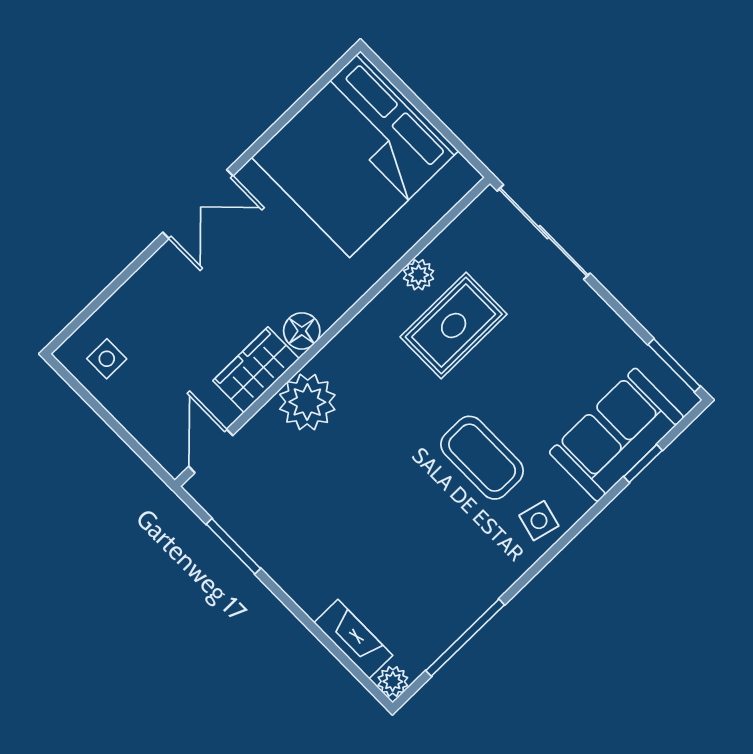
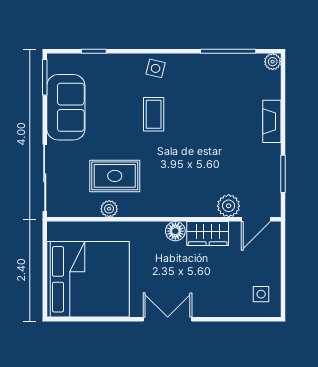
plant: (307, 402) -> (229, 206), moved, width x0.73, depth x0.73
sofa: (616, 435) -> (66, 107), moved, turned -90
coffee table: (482, 458) -> (154, 114), width x0.73, depth x0.77
fireplace: (353, 639) -> (272, 121), moved

